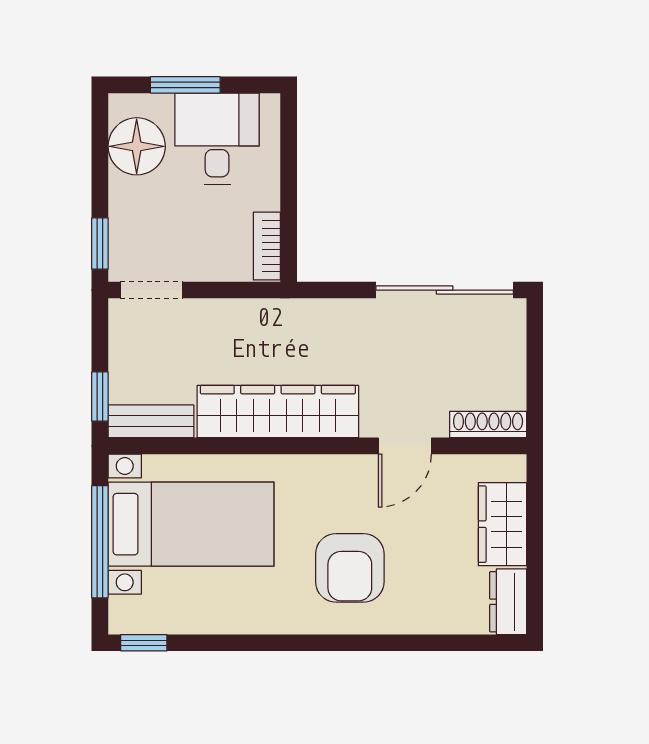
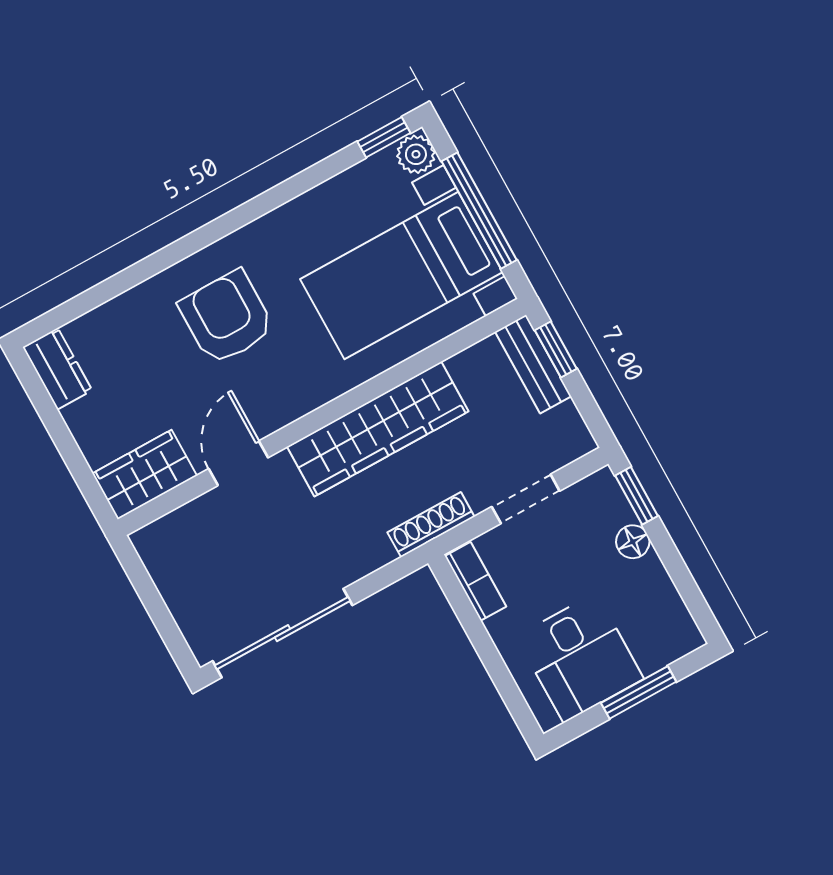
floor lamp: (137, 146) -> (633, 542), moved, width x0.53, depth x0.53
doorway: (151, 290) -> (526, 499), moved
bench: (151, 421) -> (533, 364), moved, turned 90
shoe rack: (488, 425) -> (431, 525), moved, turned 180
wardrobe: (502, 524) -> (145, 475), moved, turned -90
plant: (126, 615) -> (416, 154), added

